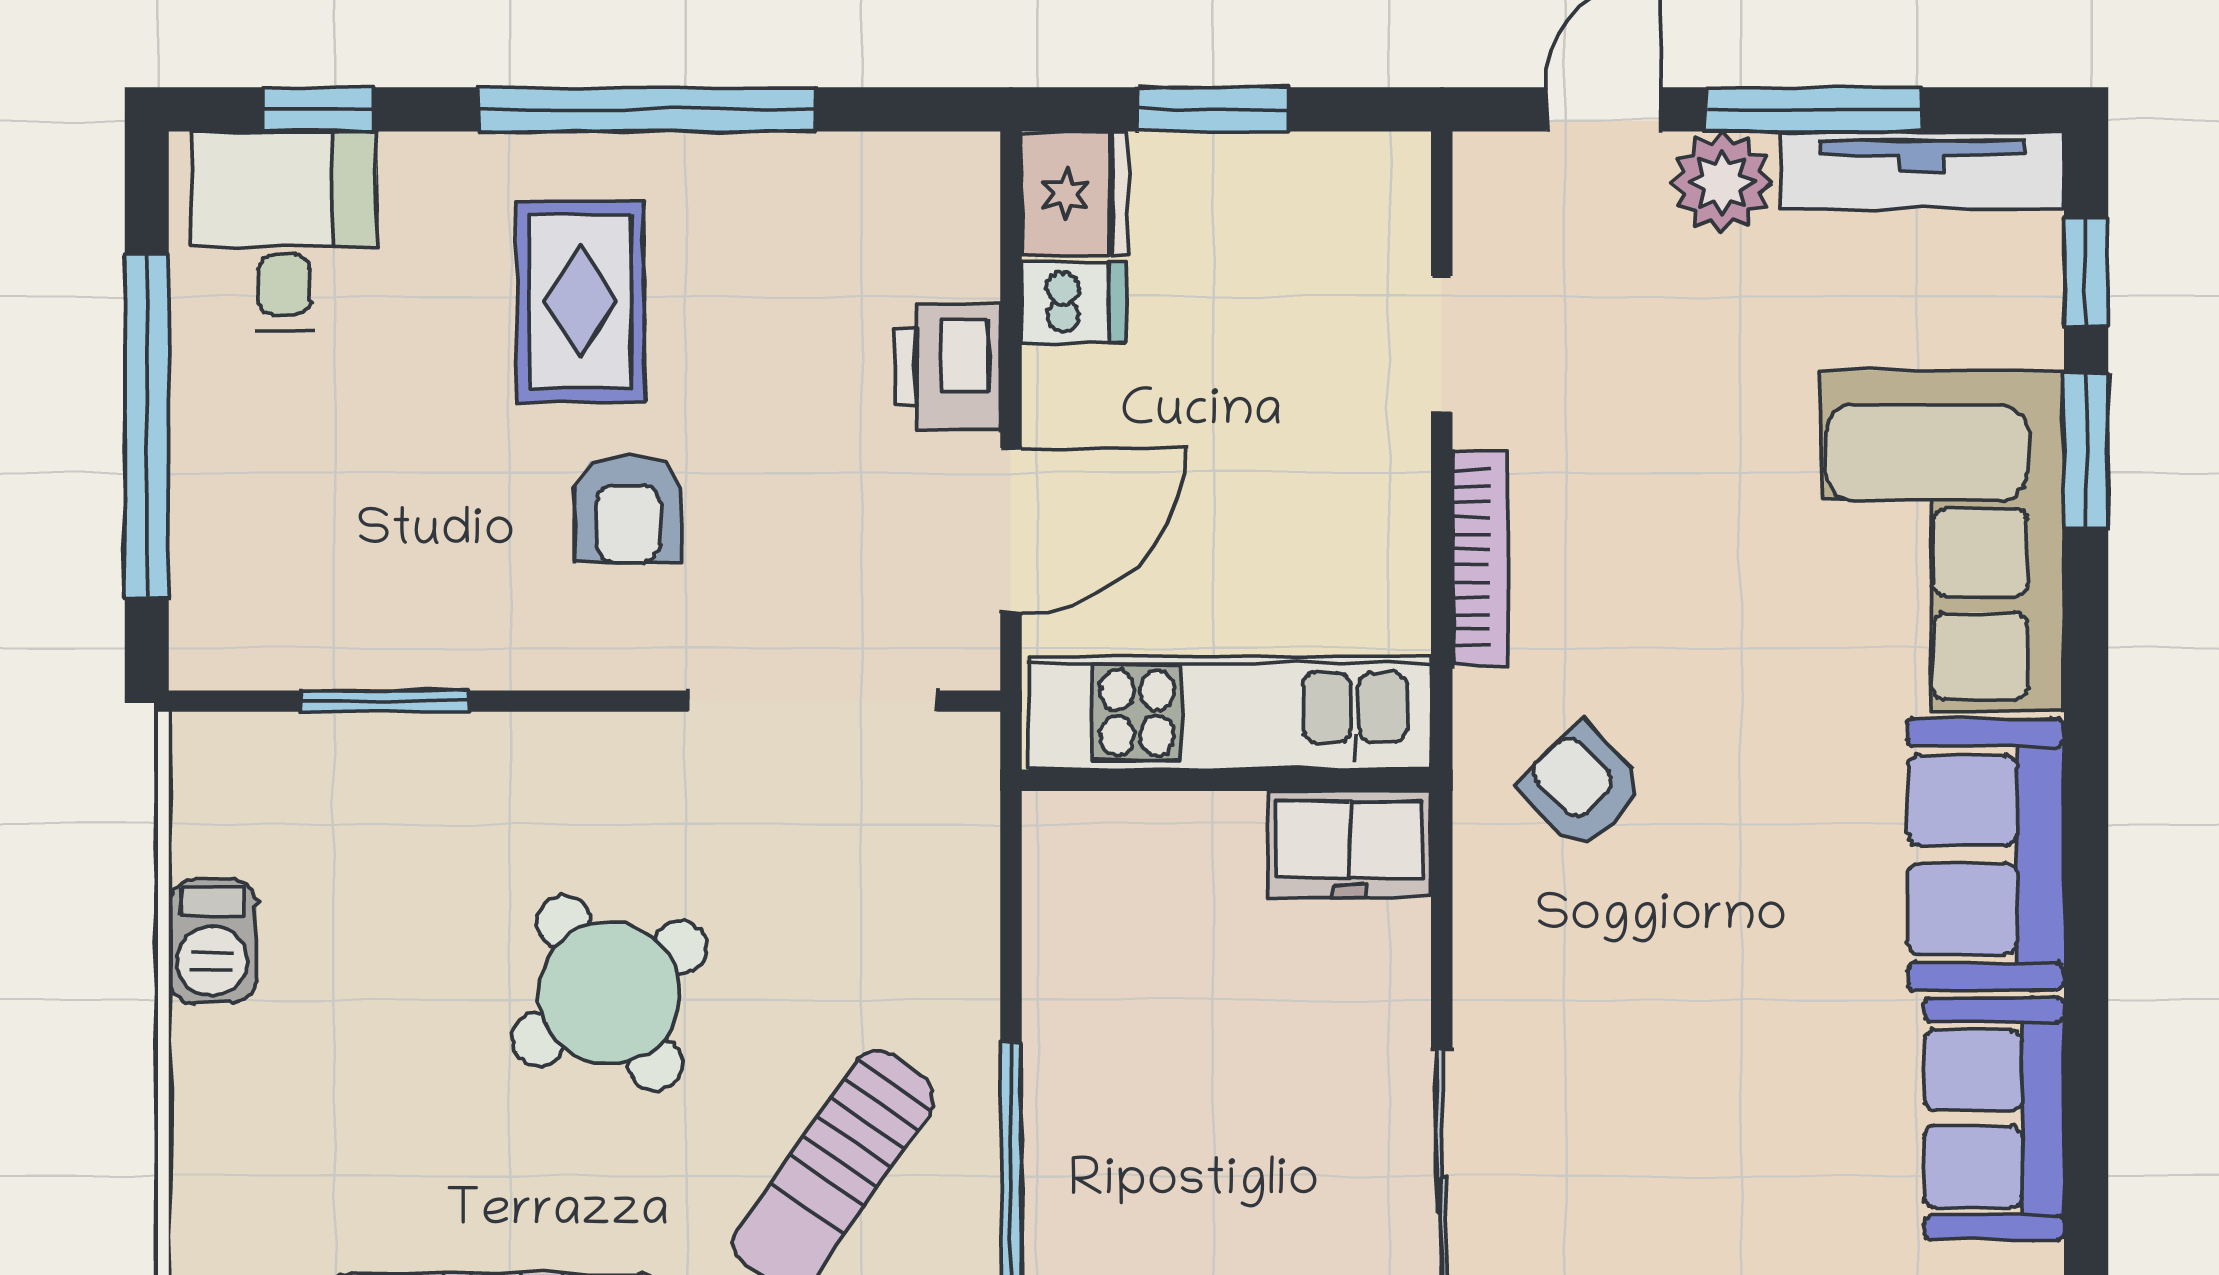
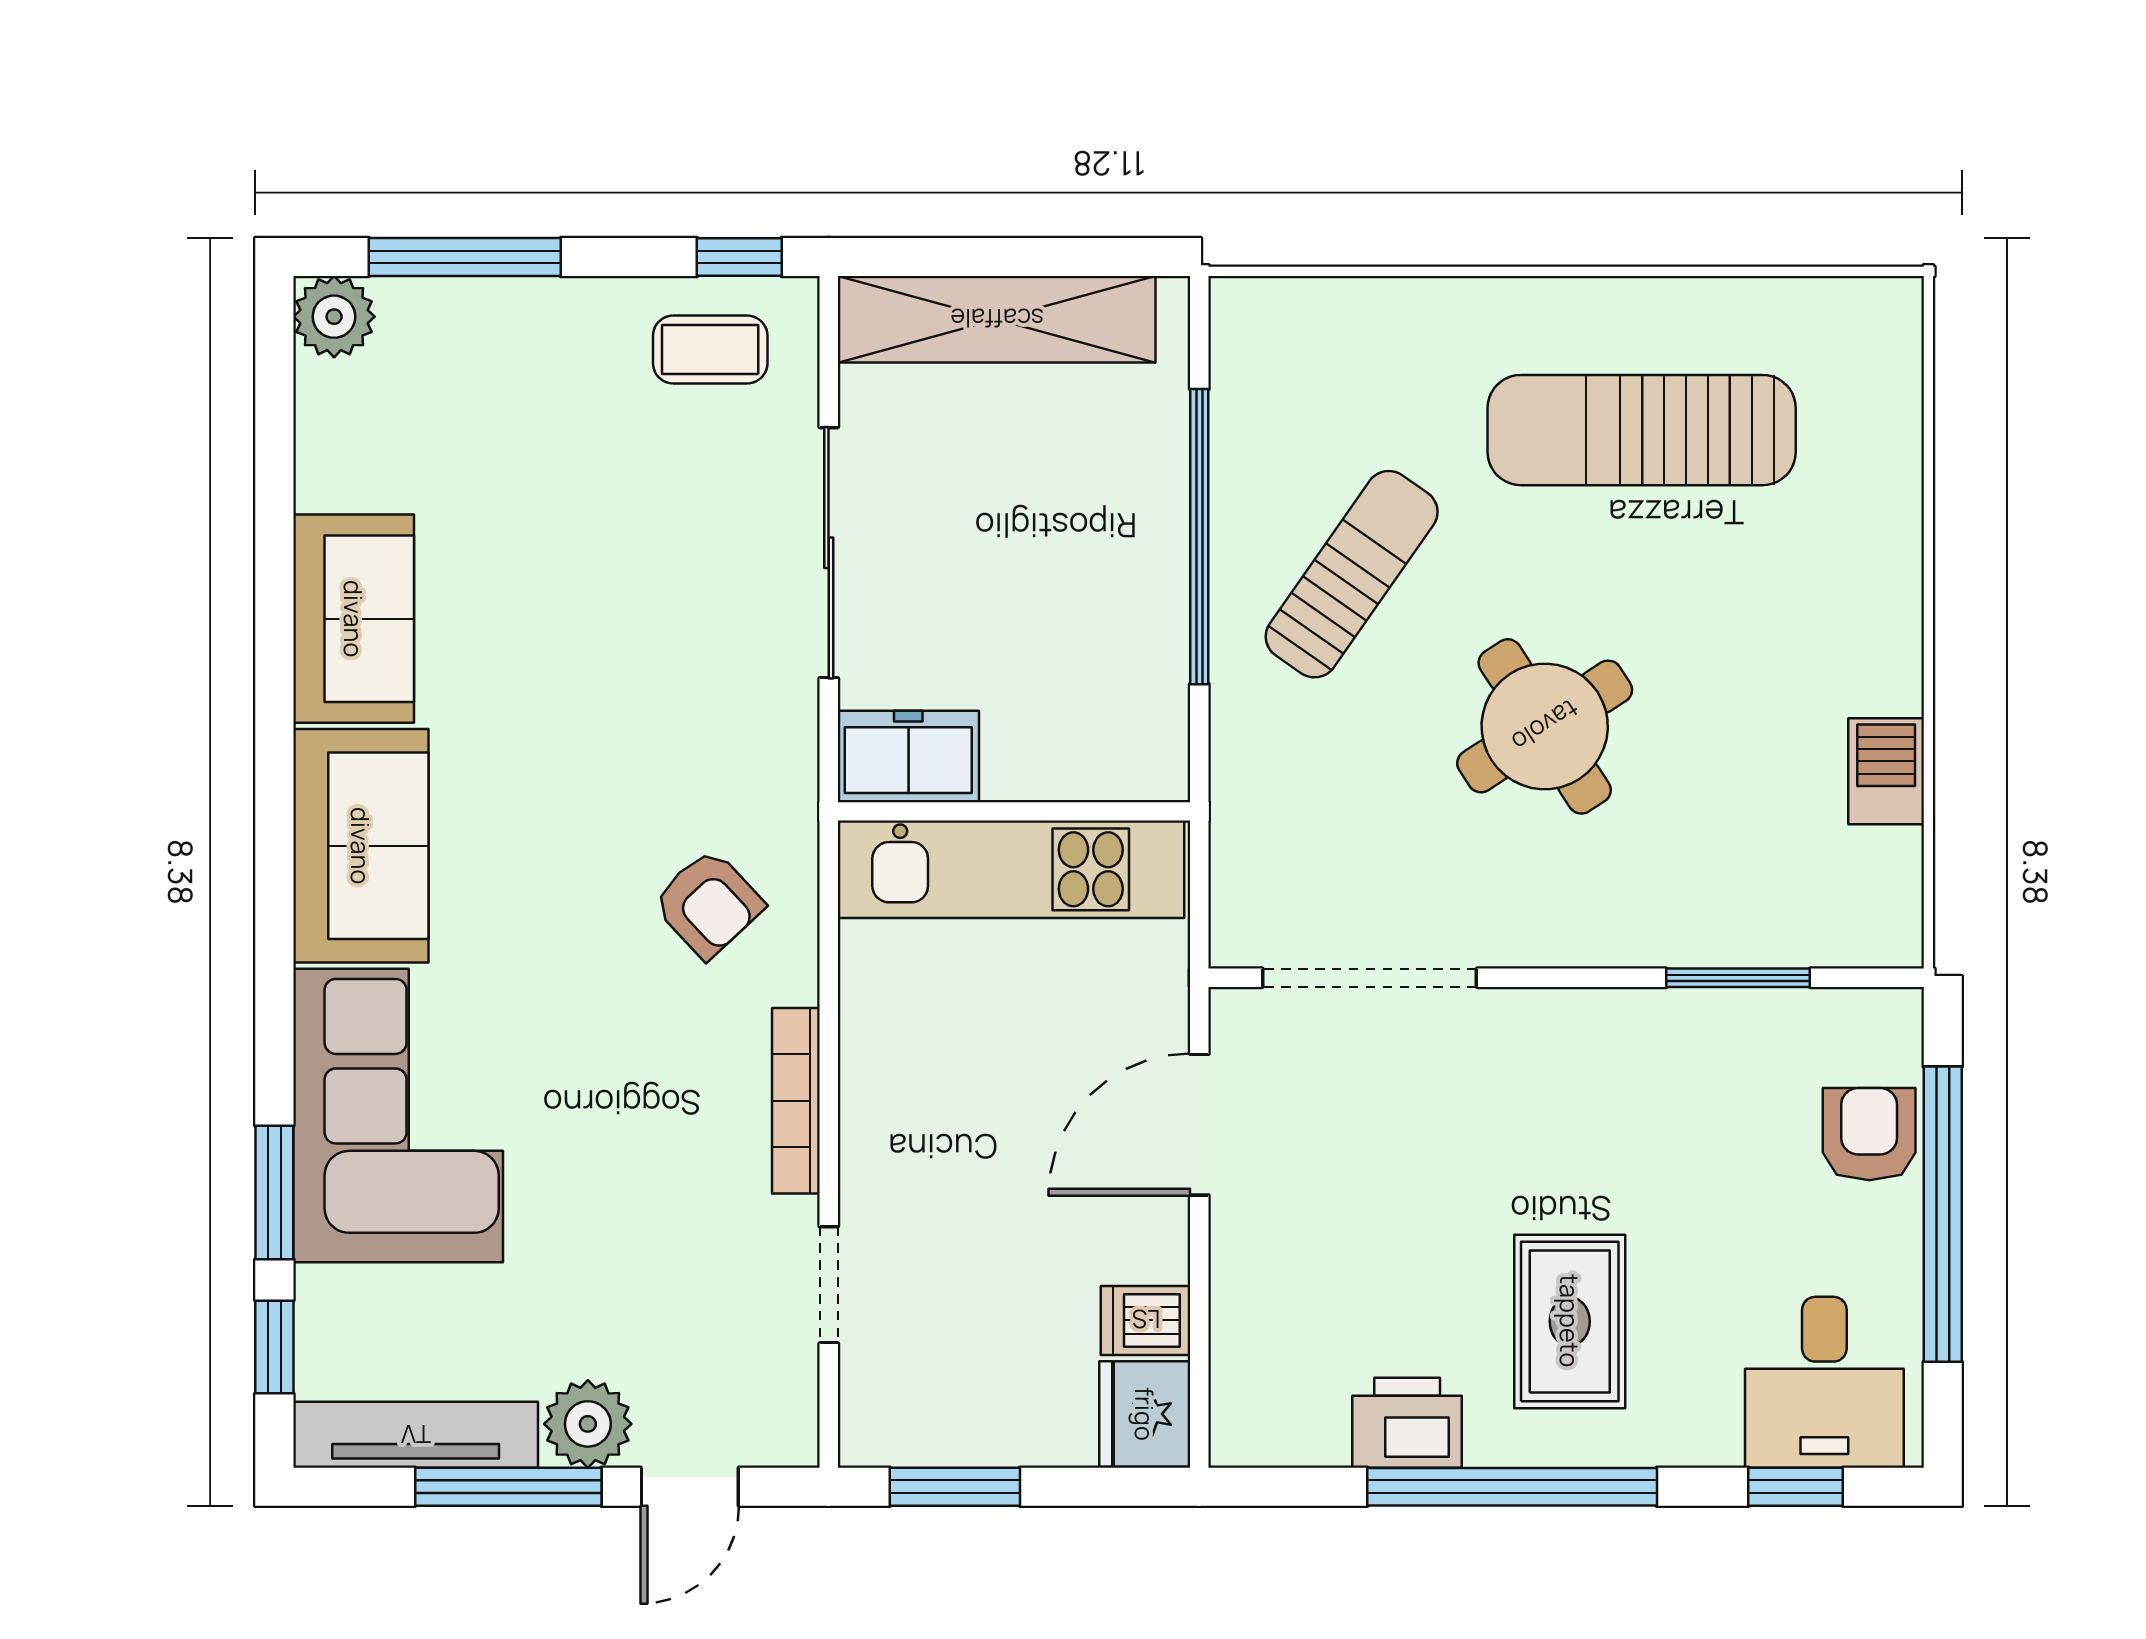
window: (1213, 109) -> (955, 1487), moved
printer: (948, 367) -> (1407, 1423), moved, turned -90
armchair: (628, 509) -> (1869, 1134), moved
kitchen unit: (1230, 713) -> (1011, 869), moved
wall: (1226, 780) -> (1014, 811), moved
freezer: (1349, 844) -> (908, 756), moved

